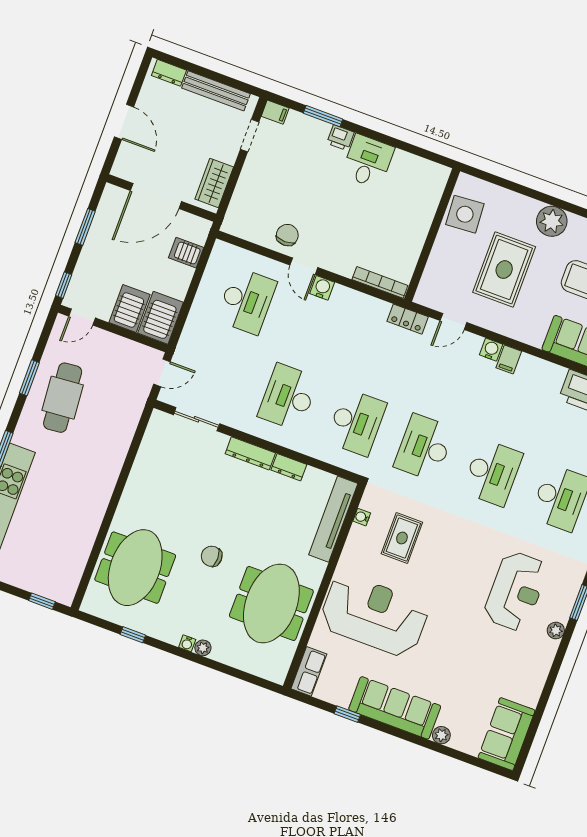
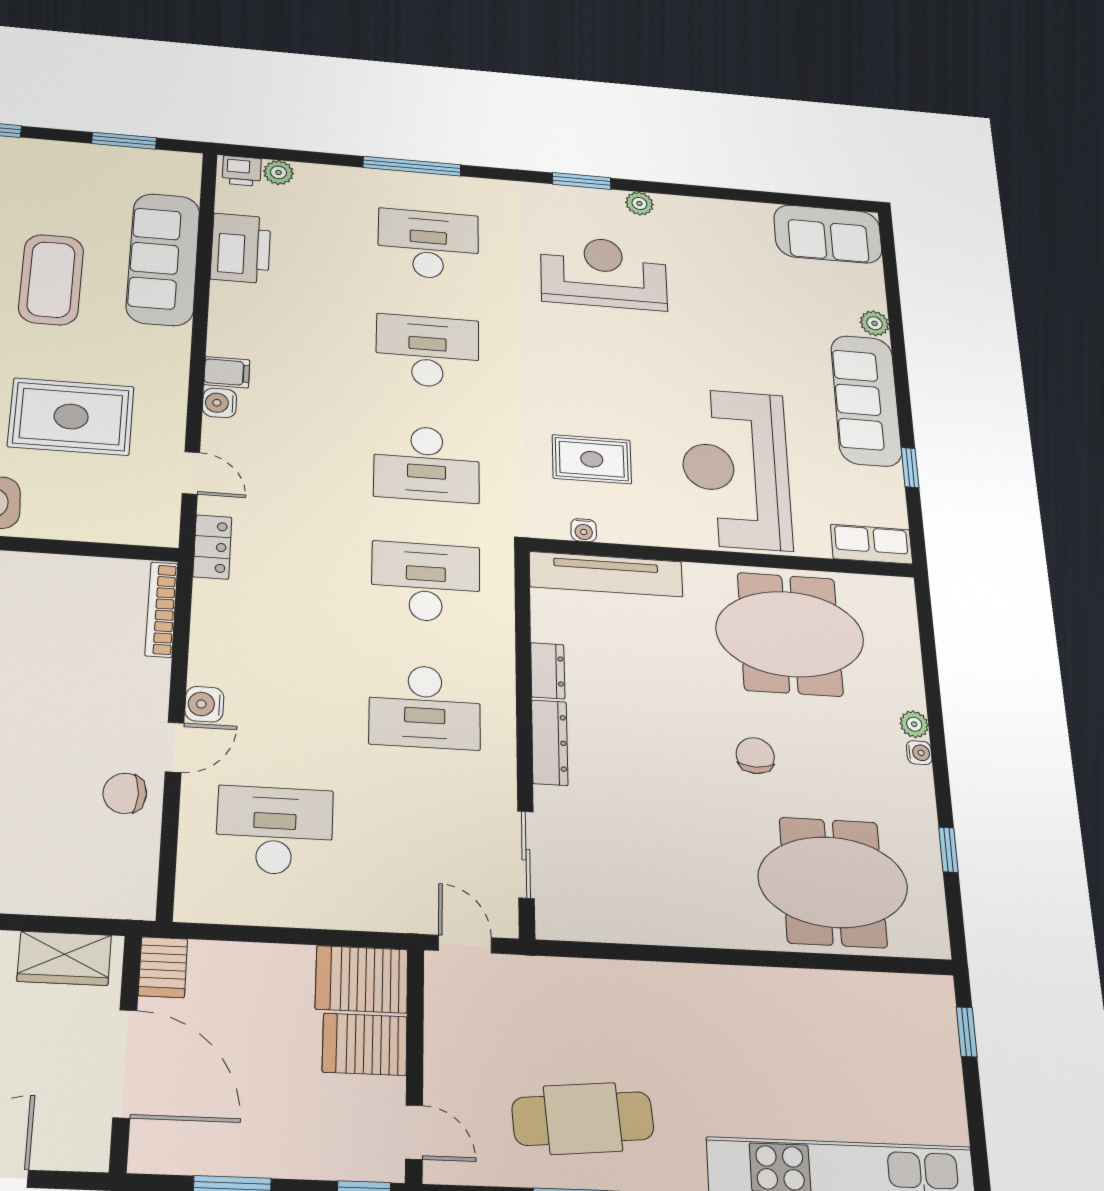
server rack: (186, 253) -> (163, 967), moved
chair: (212, 556) -> (755, 756), turned 180

